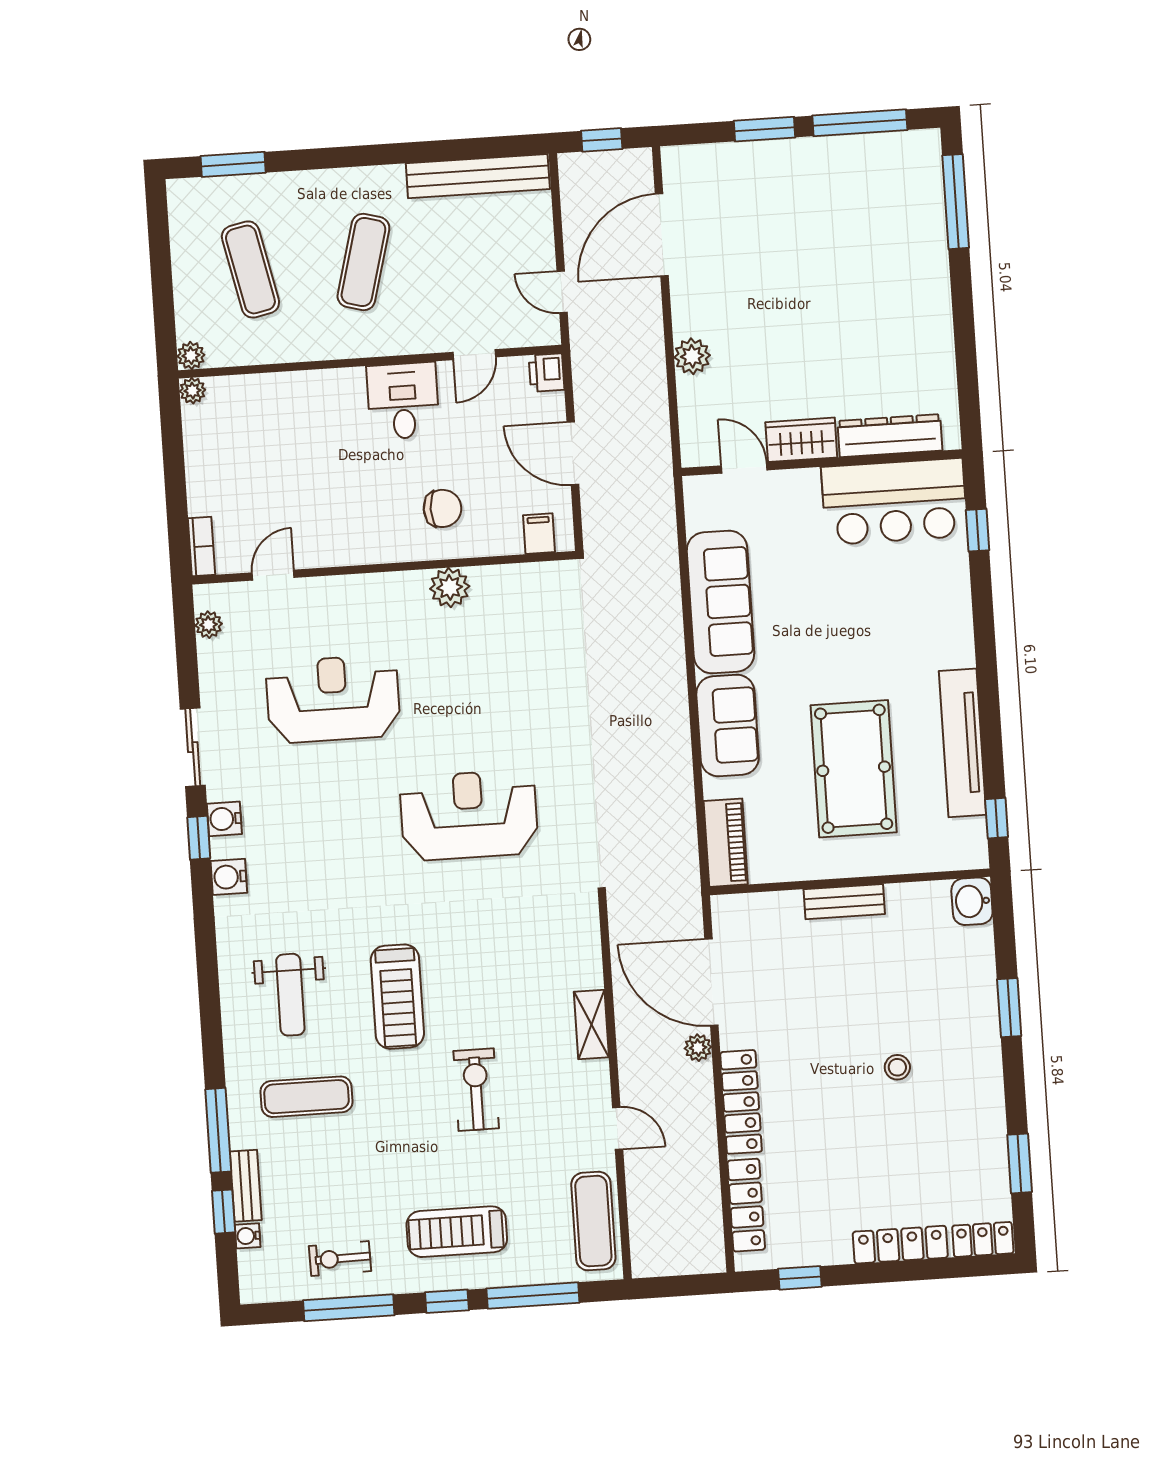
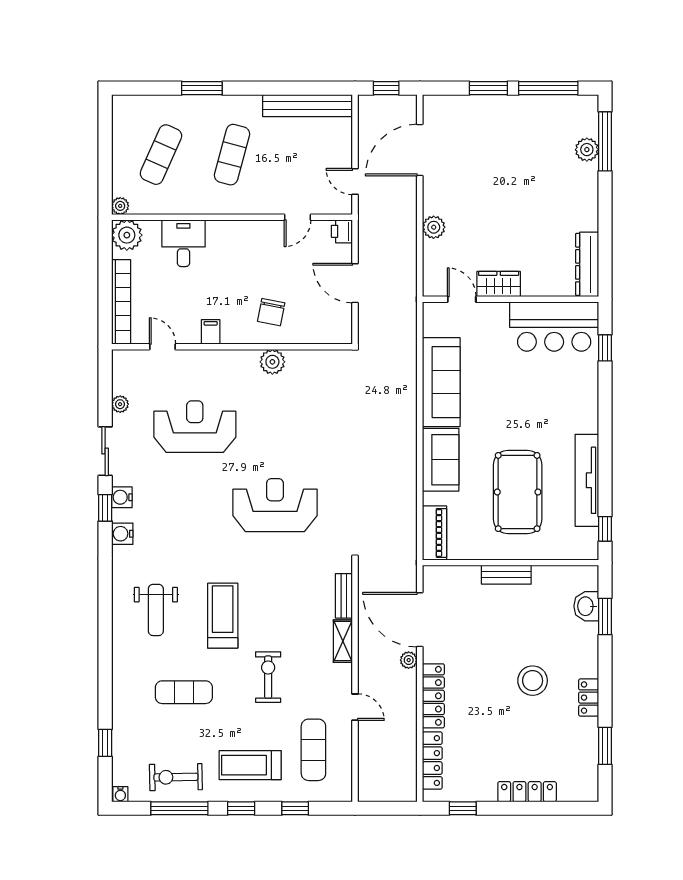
window: (233, 164) -> (202, 88), moved
plant: (928, 217) -> (587, 150), added
exercise mat: (250, 269) -> (161, 155), turned 36
plant: (192, 391) -> (127, 235), width x1.87, depth x1.87
desk: (403, 401) -> (183, 243), moved
dresser: (890, 436) -> (587, 264), moved, turned -90
chair: (442, 508) -> (271, 312), turned 101
filing cabinet: (539, 534) -> (211, 332), moved
bookcase: (201, 547) -> (121, 302), width x2.31, depth x1.31
door: (273, 575) -> (162, 347), hinge flipped
plant: (209, 625) -> (120, 404), moved
washbasin: (972, 901) -> (586, 606), moved
treadmill: (397, 997) -> (223, 616), turned 180
window: (1009, 1008) -> (605, 616), moved
stool: (897, 1067) -> (533, 681), width x1.89, depth x1.89
exercise mat: (306, 1097) -> (184, 692), moved
window: (218, 1130) -> (105, 692), removed
bench: (246, 1186) -> (344, 596), moved
exercise mat: (593, 1221) -> (313, 750), moved
water cooler: (248, 1236) -> (120, 794), moved, turned -90
locker: (983, 1239) -> (589, 698), moved, turned -90
exercise bike: (340, 1259) -> (176, 777), width x1.38, depth x1.39
window: (533, 1296) -> (295, 808), width x0.46

